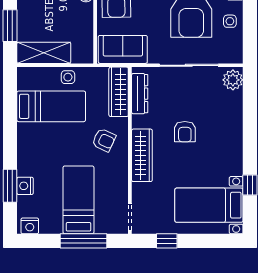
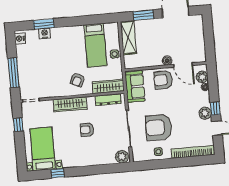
bed: (78, 200) -> (39, 67), removed

